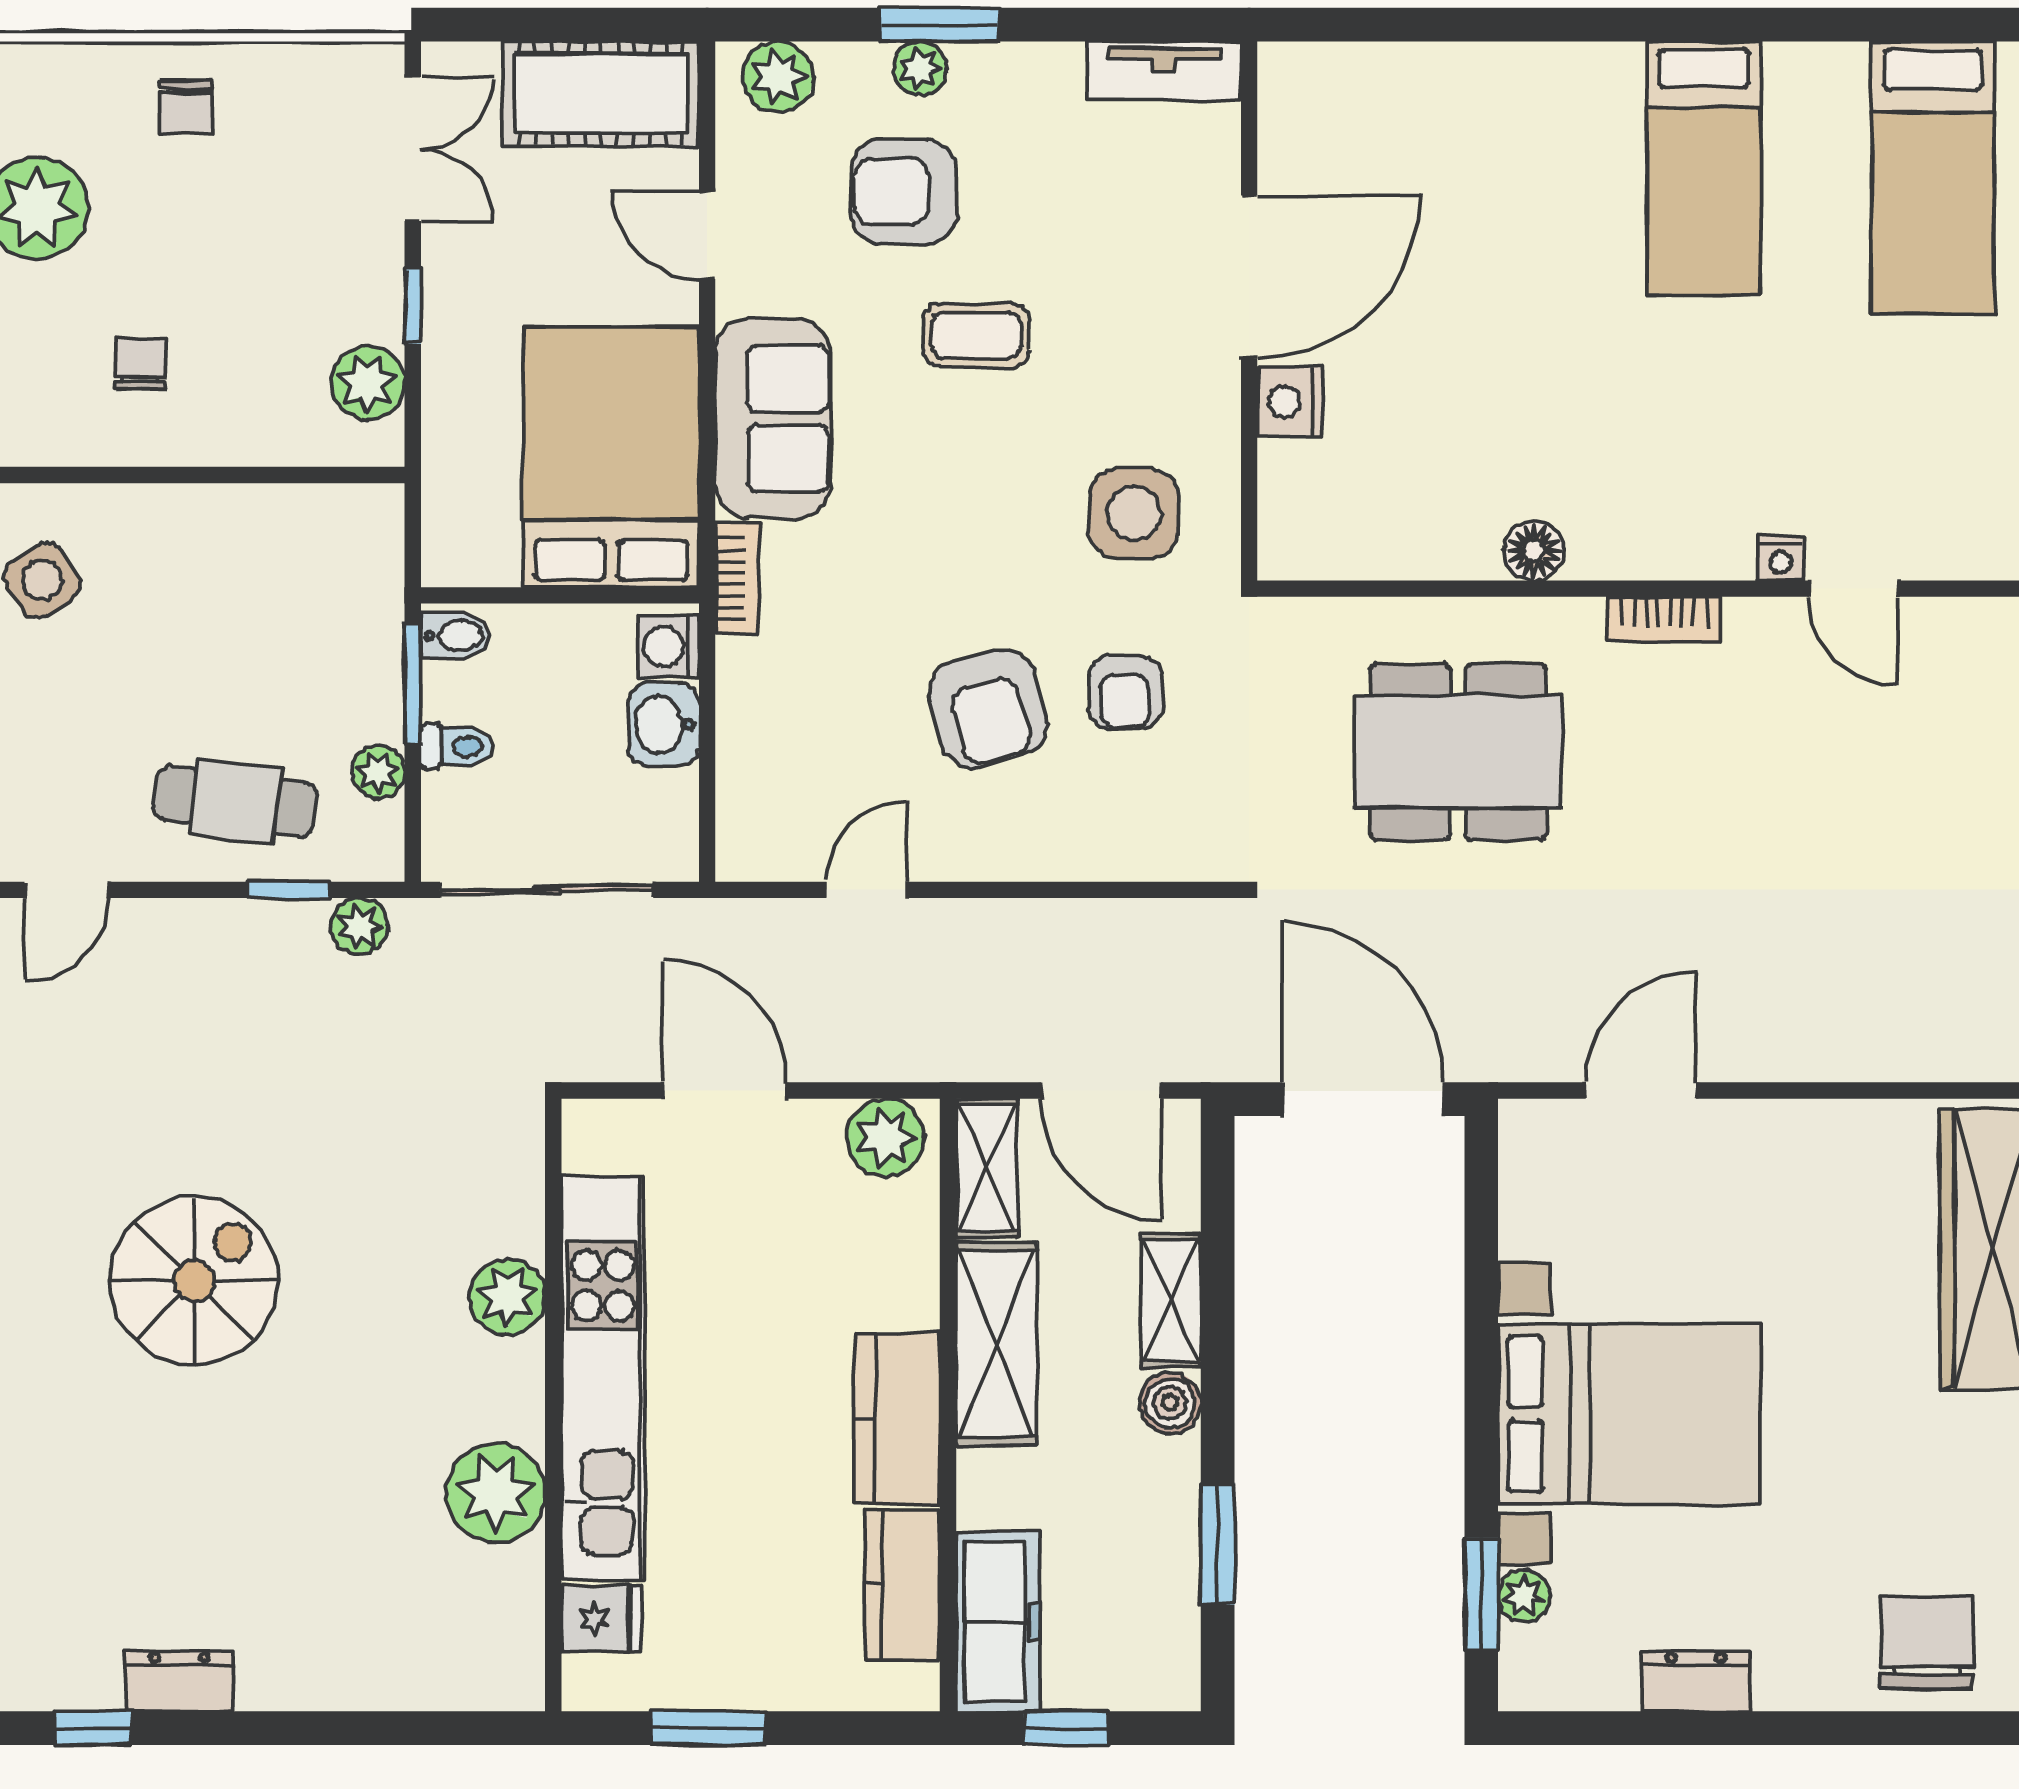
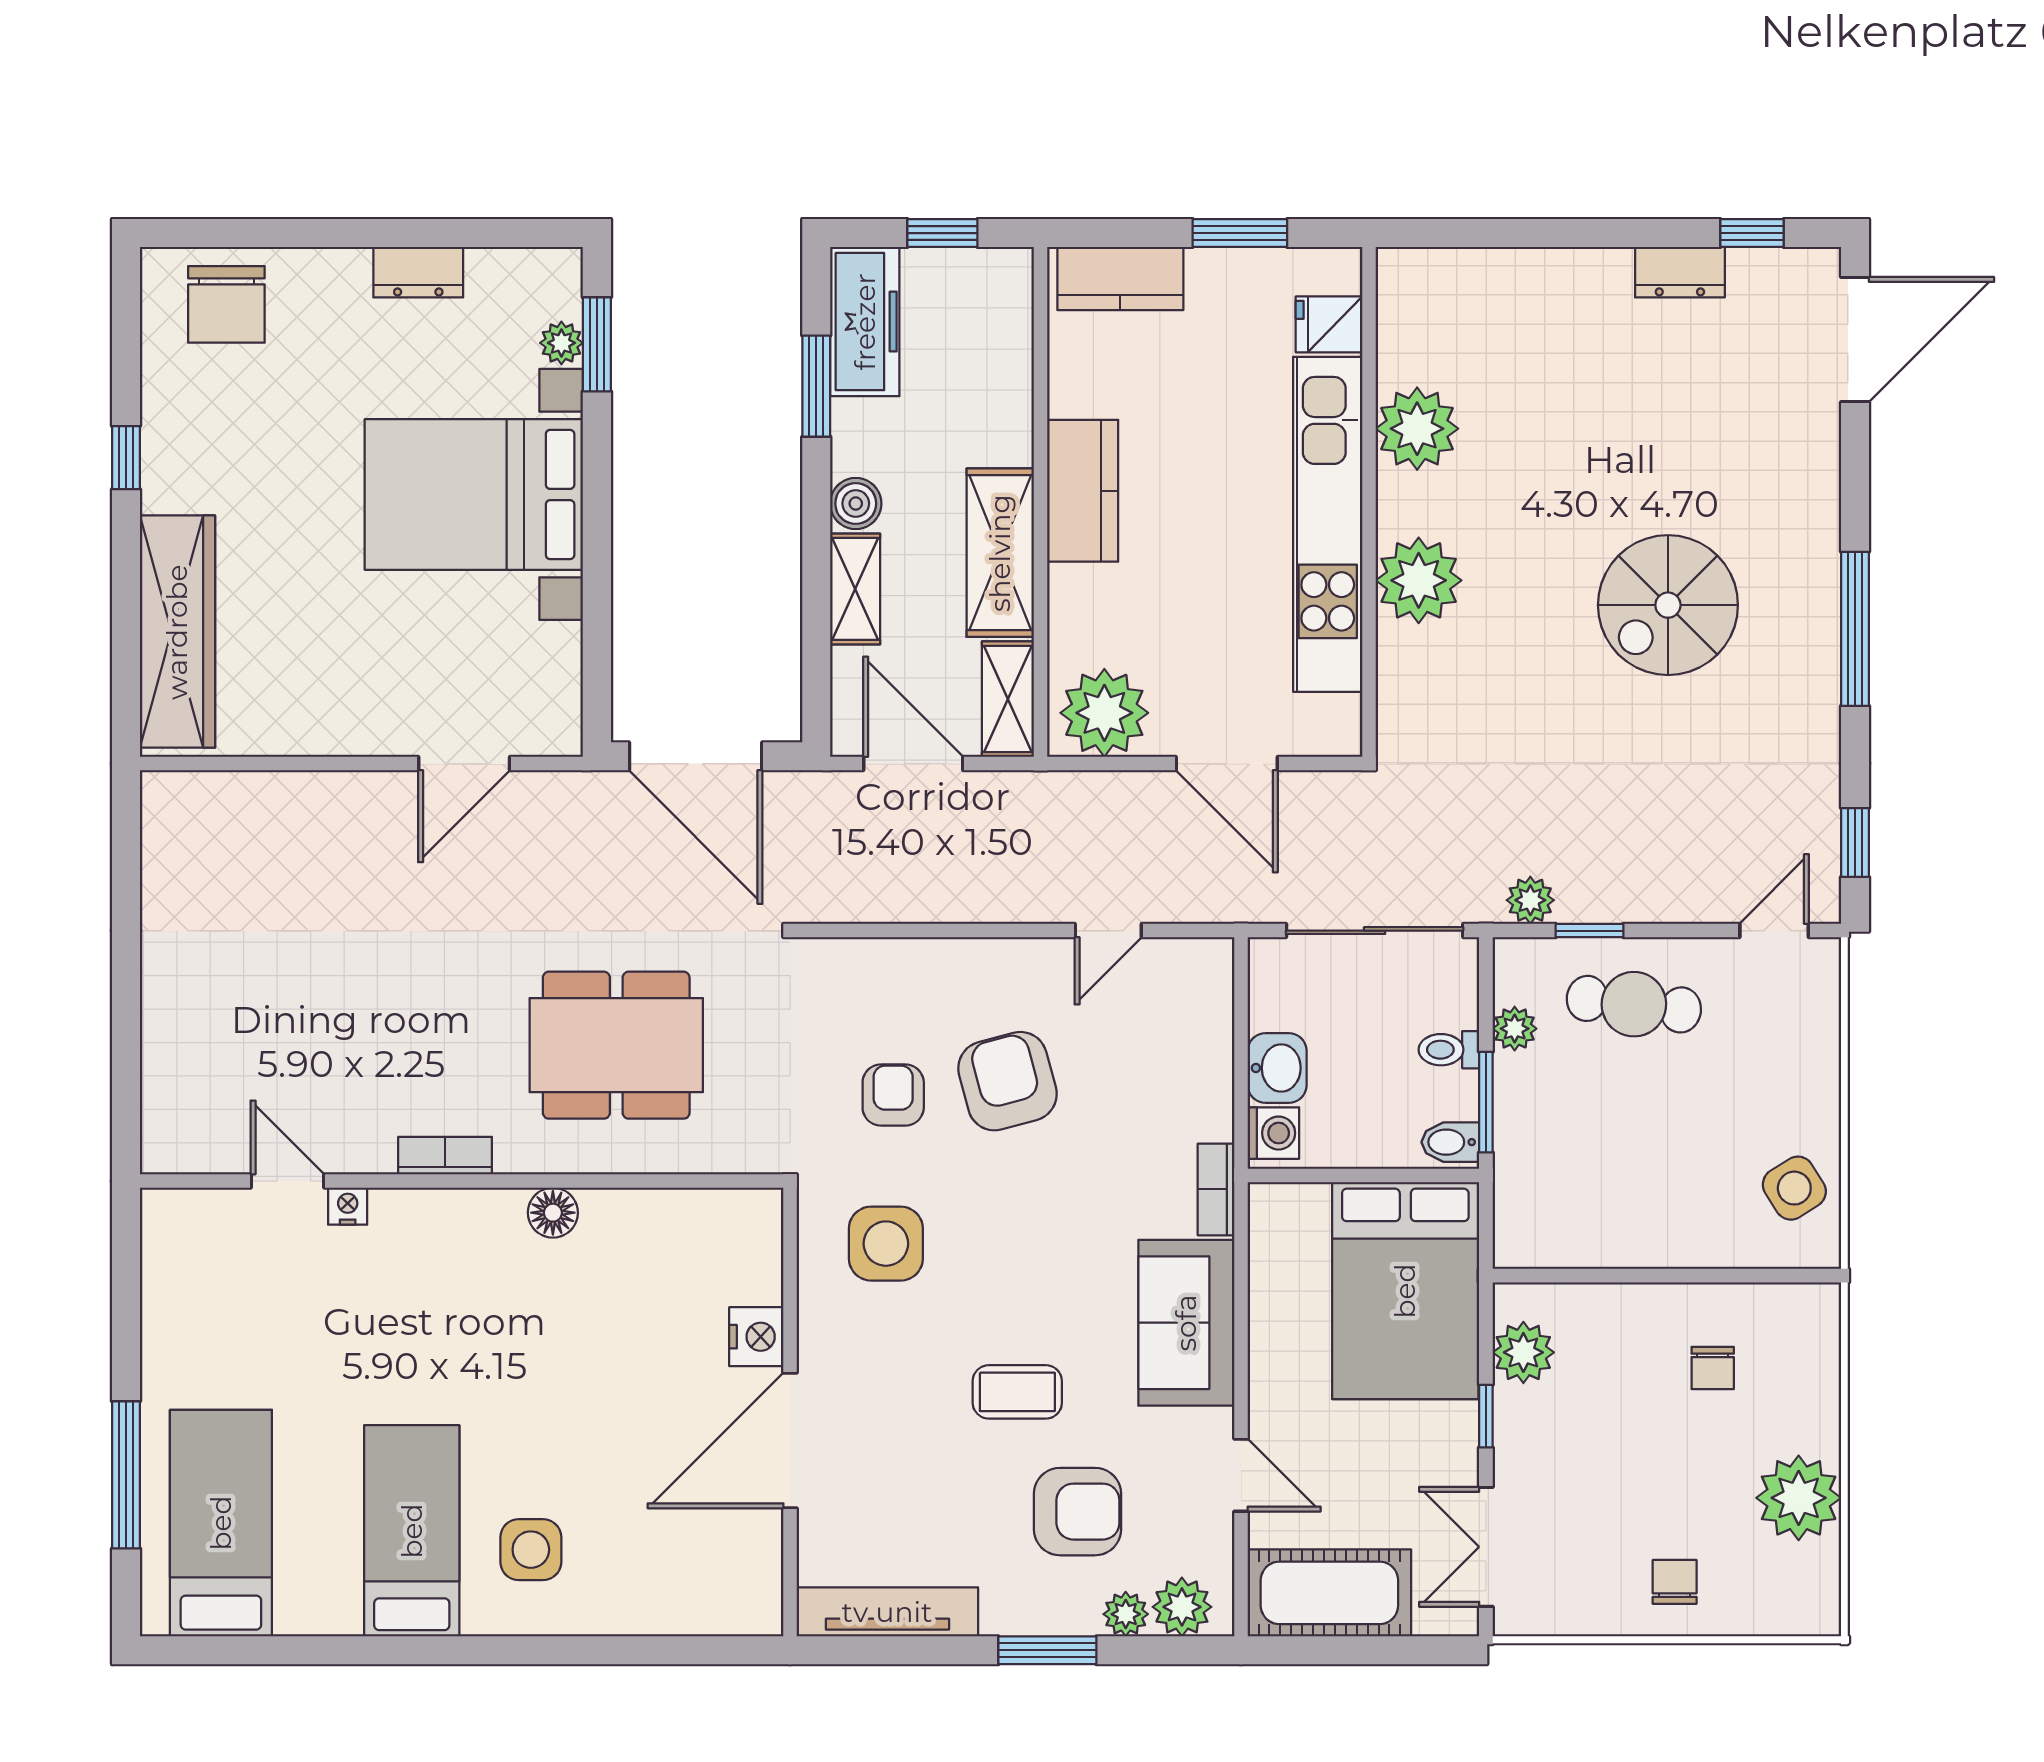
plant: (920, 68) -> (1126, 1614), moved
tv unit: (1164, 71) -> (887, 1612), width x1.41
side table: (1561, 146) -> (531, 1550), added
bed: (611, 457) -> (1405, 1291), moved
plant: (886, 1137) -> (1104, 713), width x1.36, depth x1.36
plant: (507, 1297) -> (1419, 580), width x1.36, depth x1.36
kitchen counter: (902, 1585) -> (1120, 278), moved, turned 90
freezer: (998, 1622) -> (865, 322), moved, turned 180

